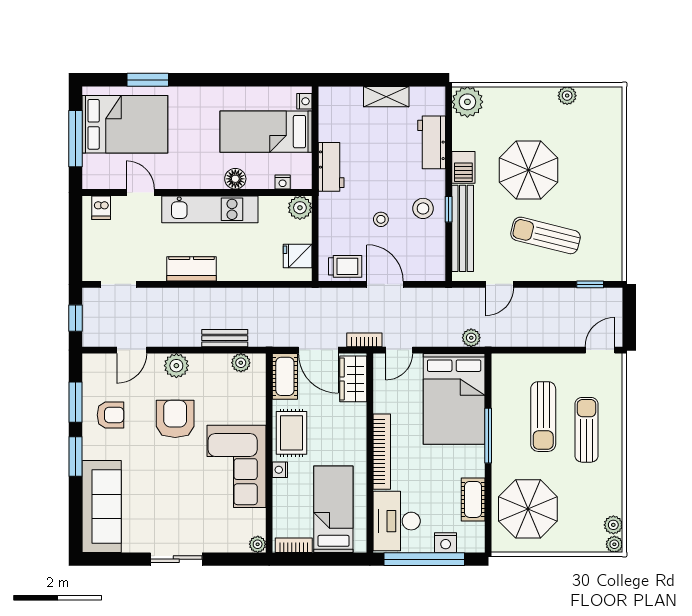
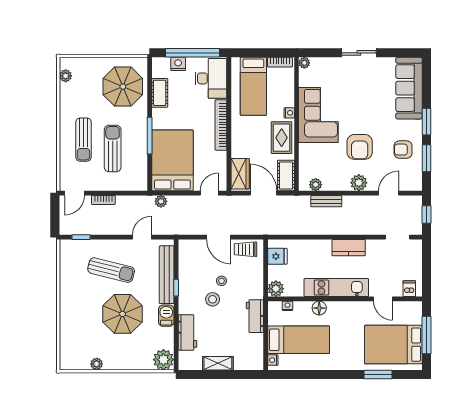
stool: (423, 208) -> (213, 299), moved
bookcase: (364, 340) -> (103, 200), moved
plant: (614, 544) -> (65, 63), removed

